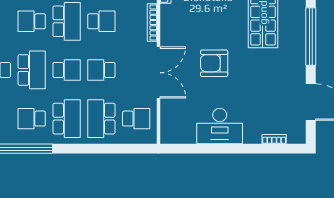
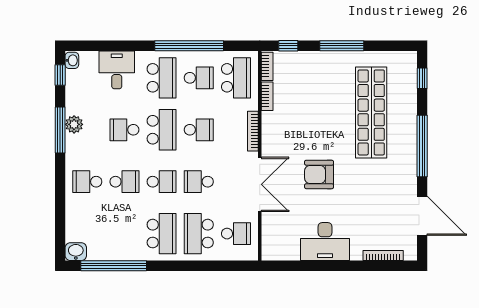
school desk: (32, 70) -> (124, 182), width x0.54
school desk: (32, 119) -> (124, 234), removed
bookcase: (274, 139) -> (383, 255), width x1.56

